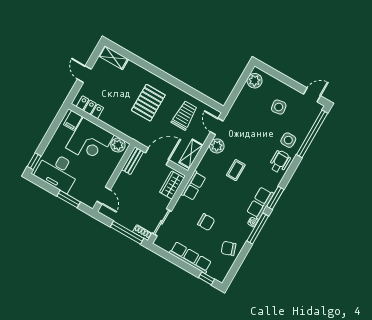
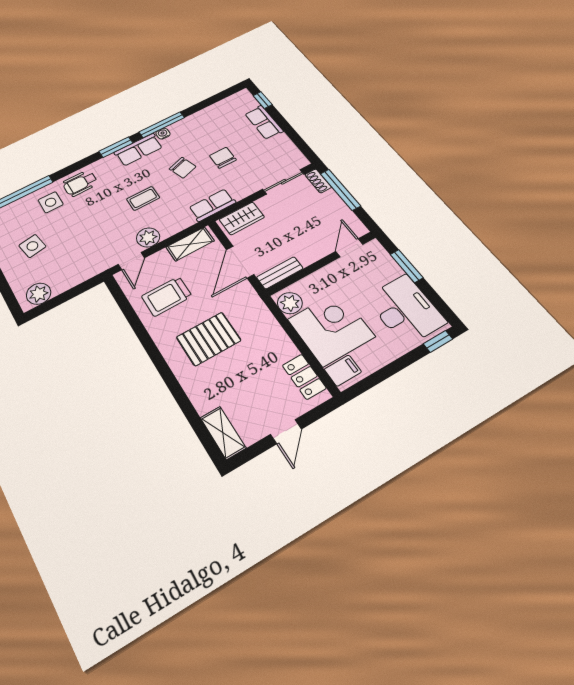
door: (157, 156) -> (240, 262), hinge flipped
chair: (229, 248) -> (183, 168), moved
row of seats: (190, 258) -> (264, 122), width x0.68

